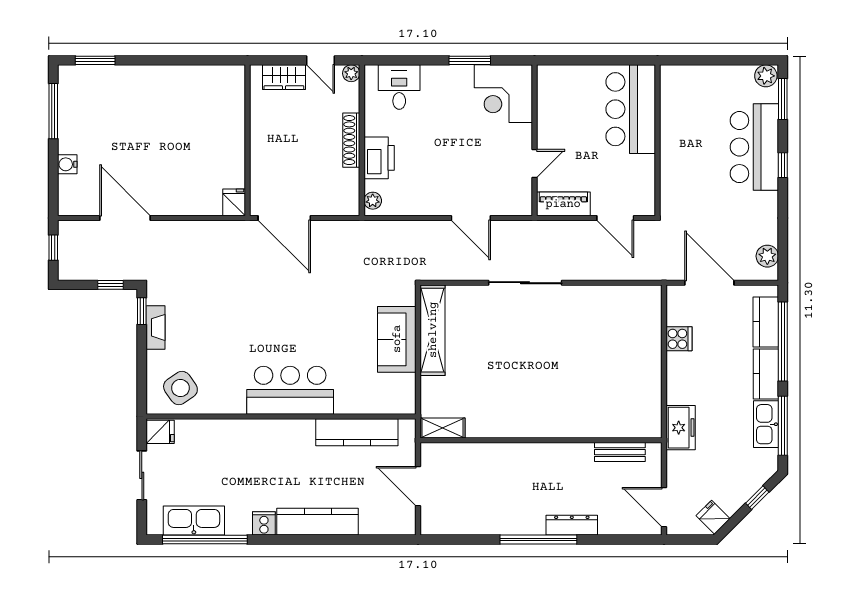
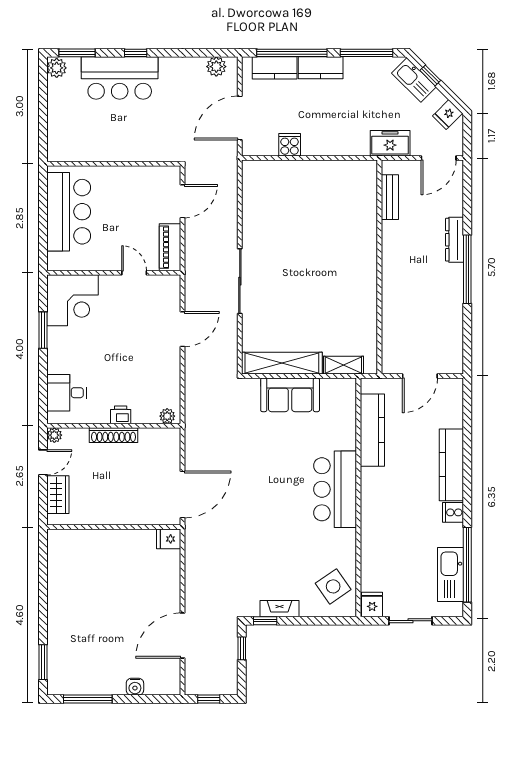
bar counter: (631, 109) -> (69, 212), moved, turned -90
printer: (379, 158) -> (121, 415), width x0.53, depth x0.68
kitchen sink: (766, 424) -> (414, 80), moved, turned 45
shelving: (443, 428) -> (343, 365), moved, turned 90
freezer: (681, 428) -> (390, 143), moved

